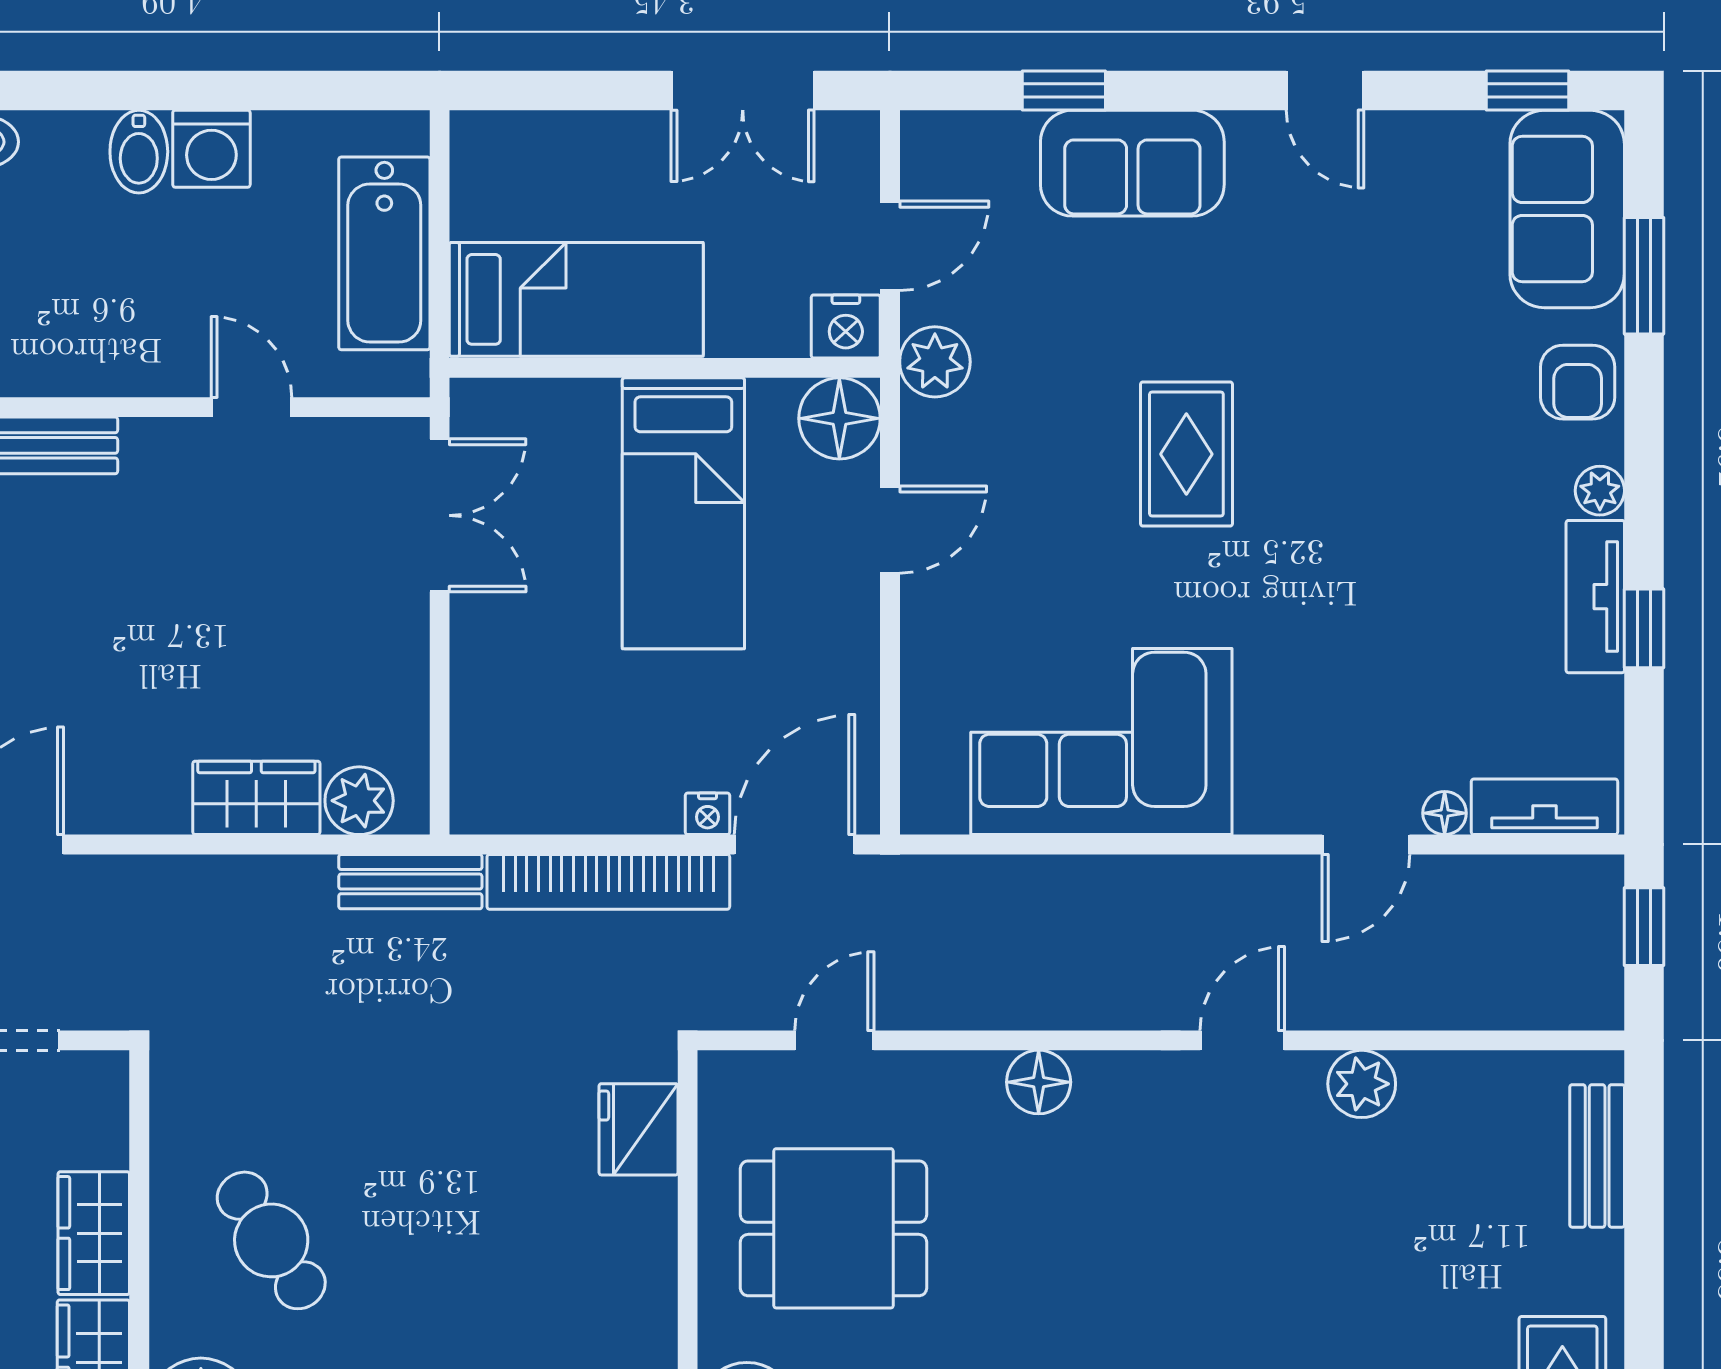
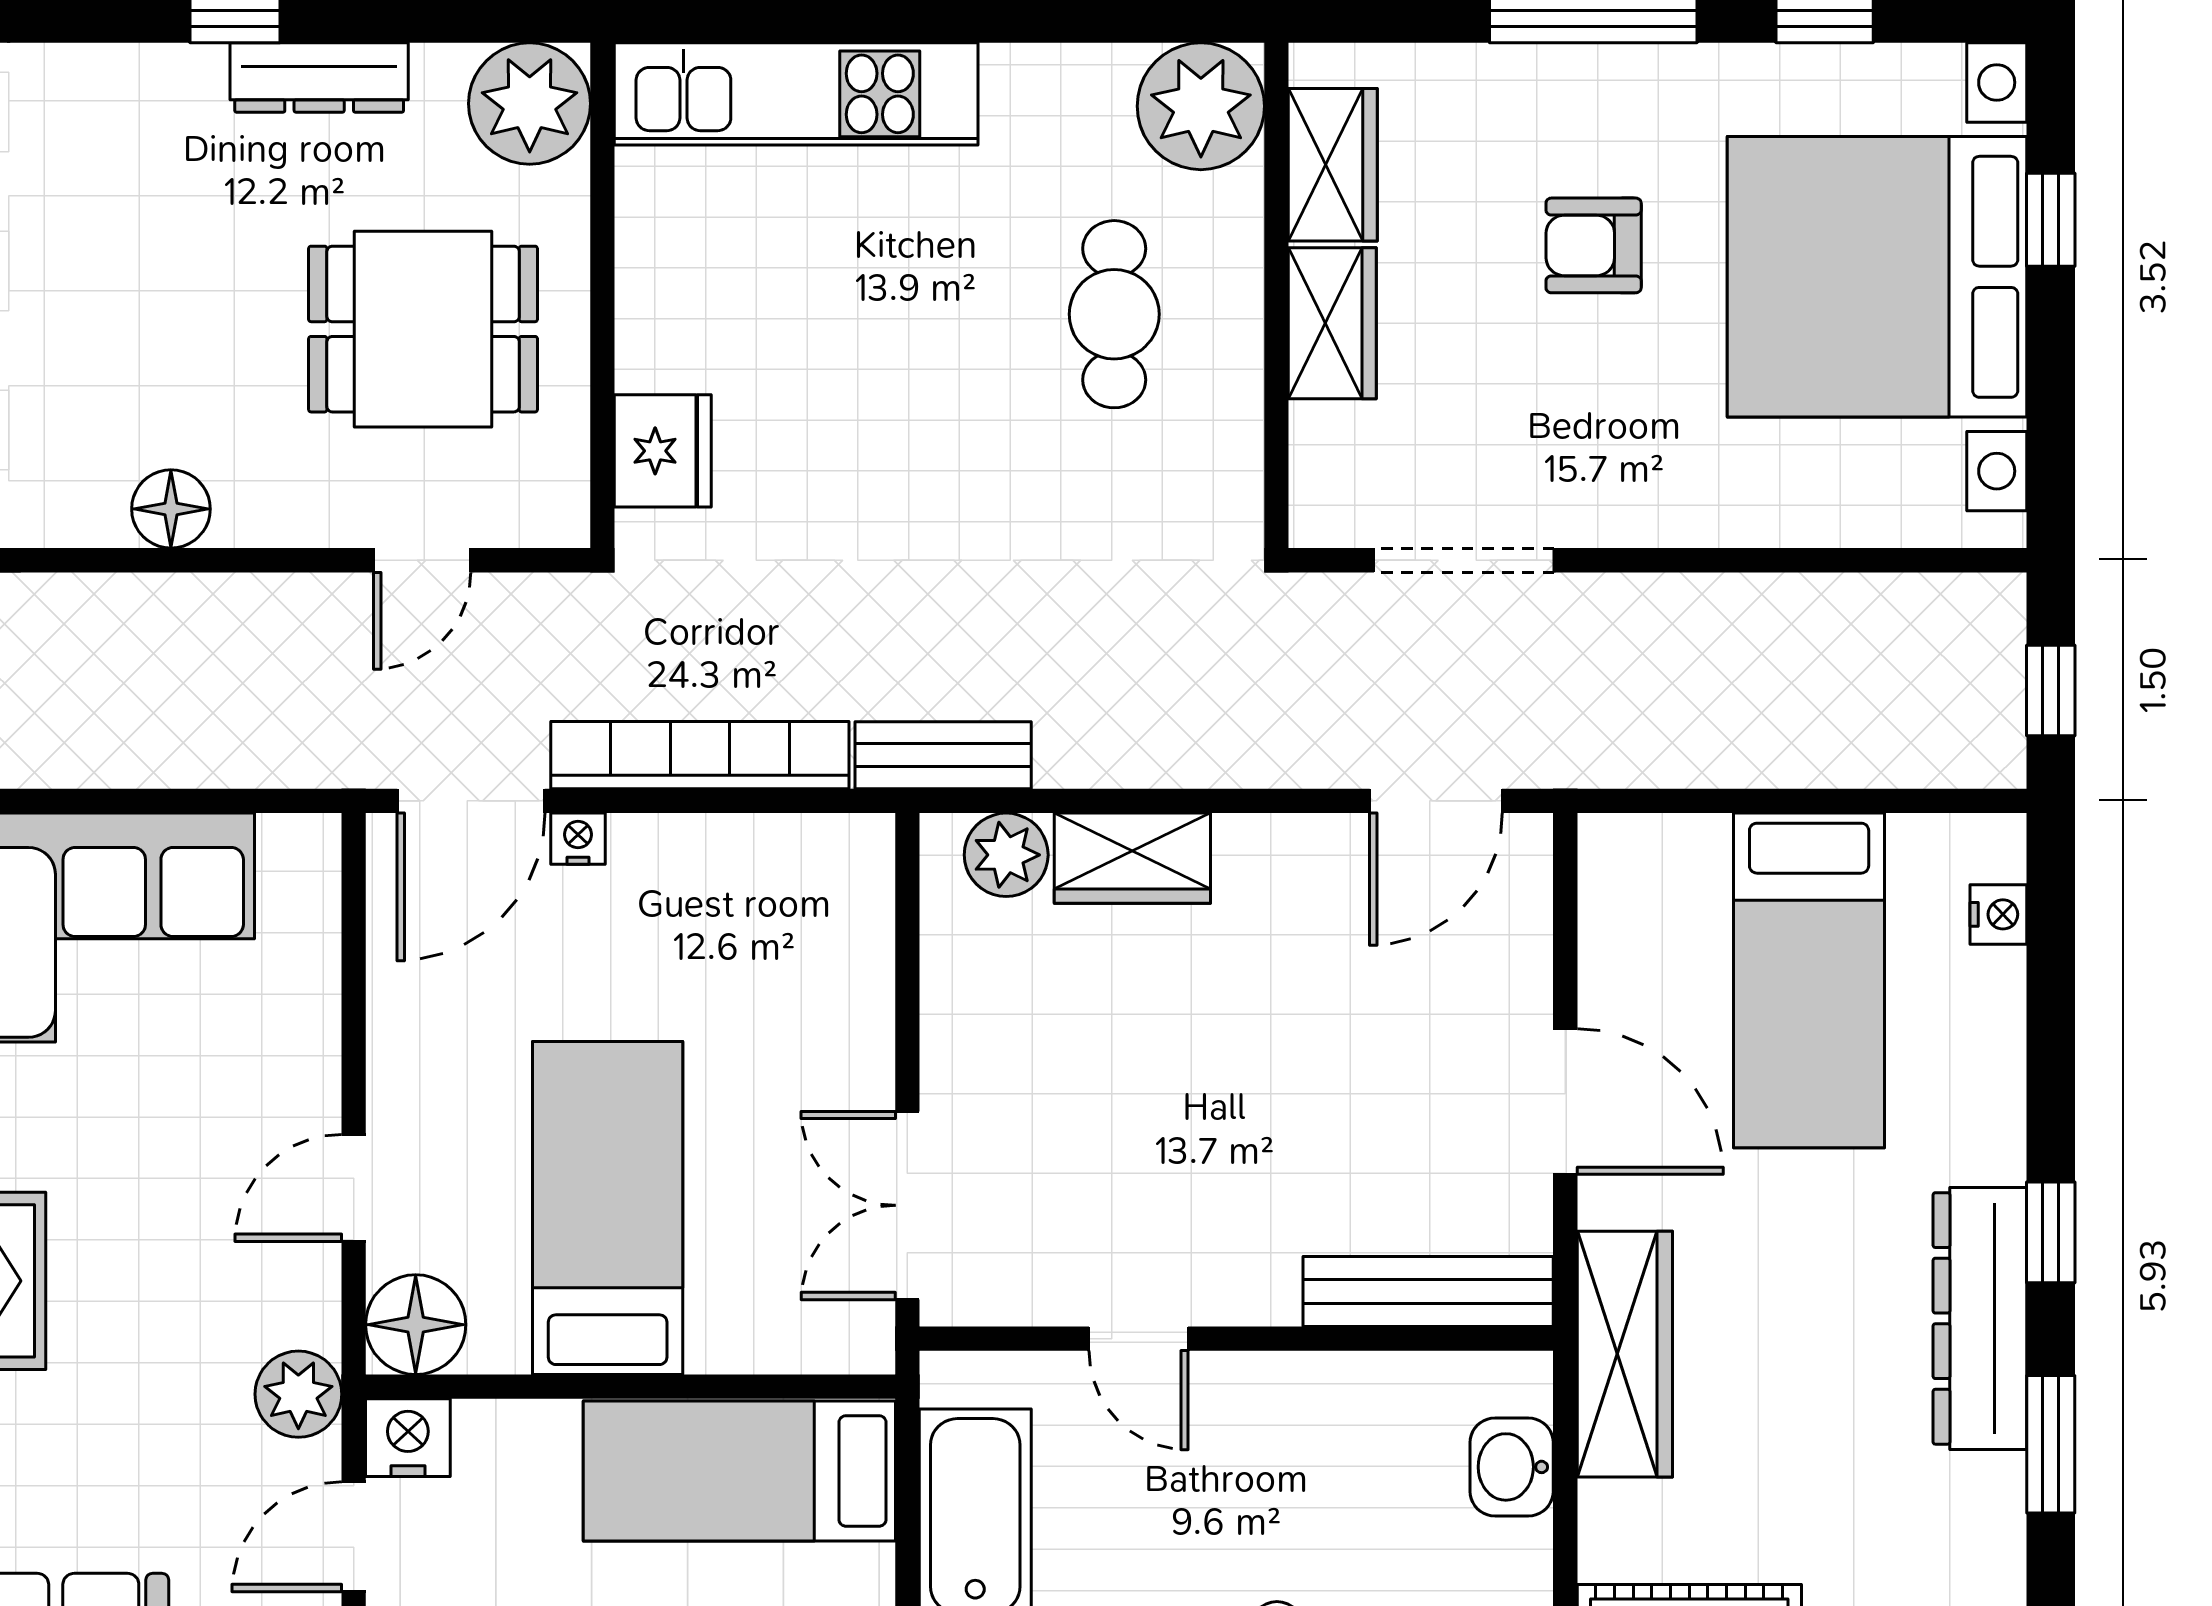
cafe table: (271, 1240) -> (1114, 314), turned 33

